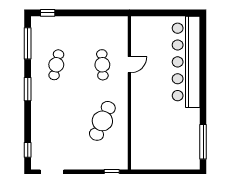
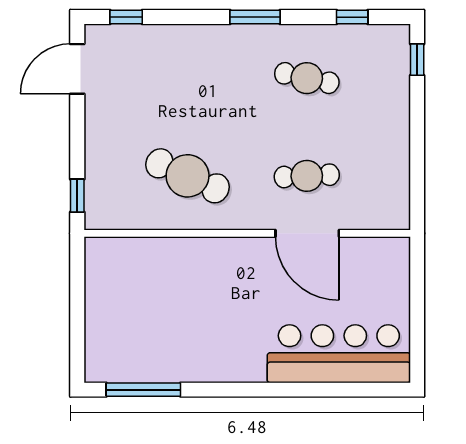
window: (28, 43) -> (352, 17), width x0.46
bar counter: (186, 62) -> (339, 354), width x0.73
door: (129, 65) -> (307, 233), width x1.88

